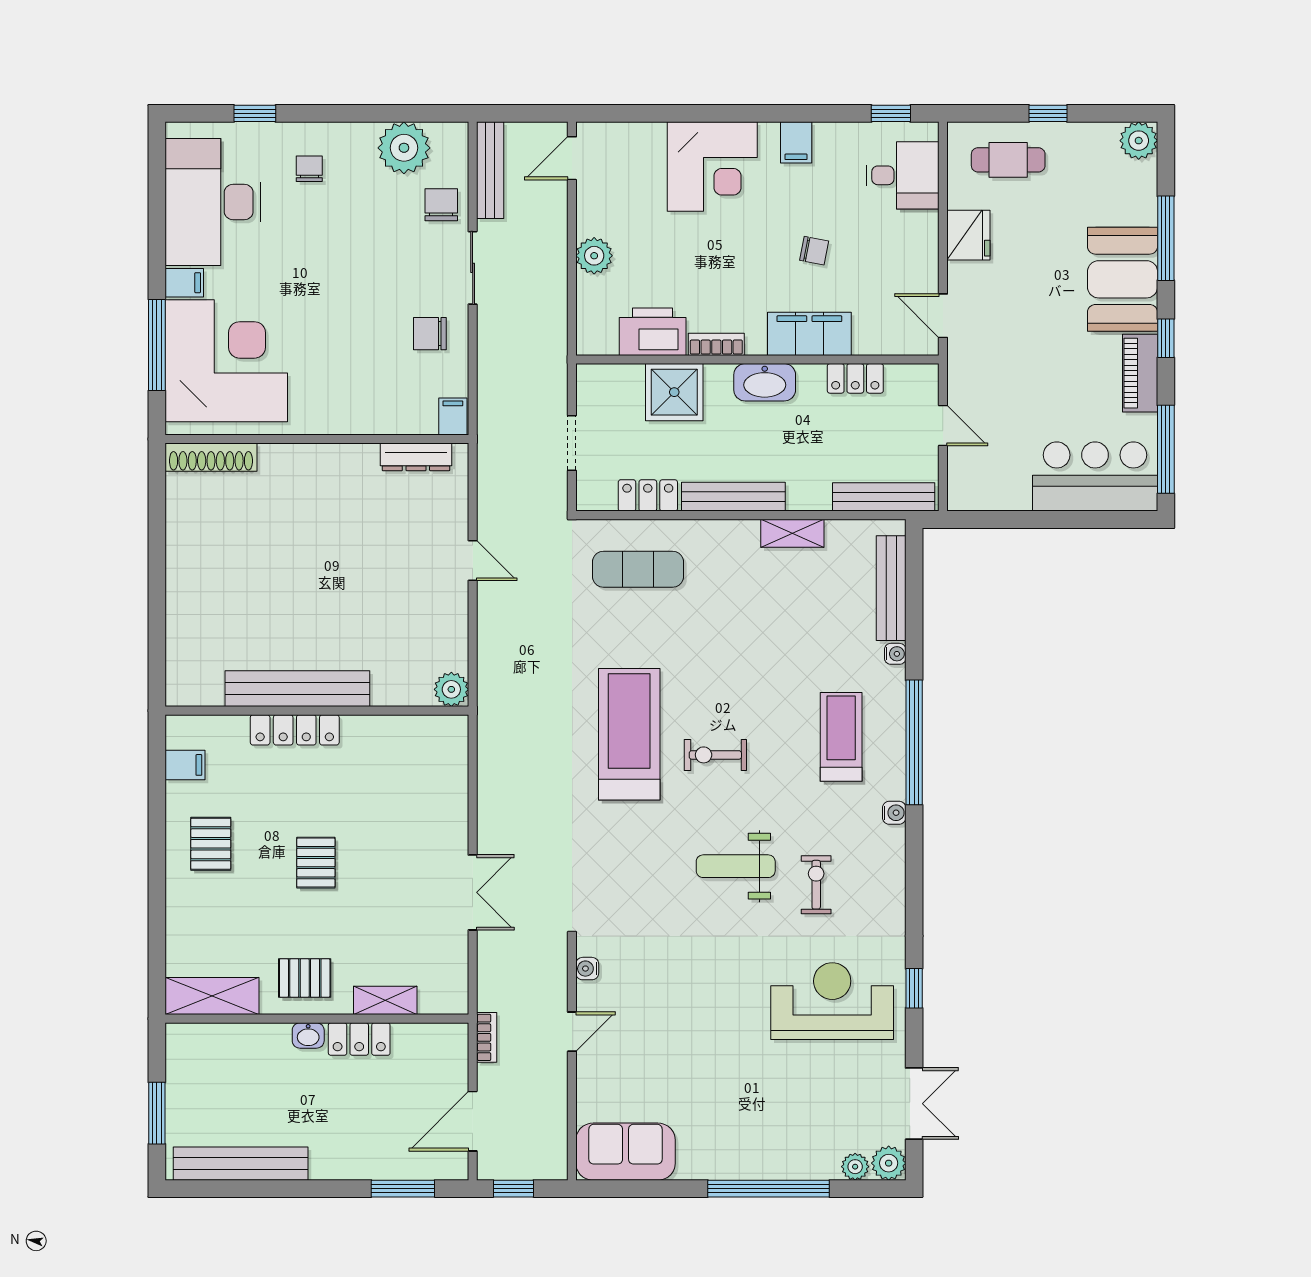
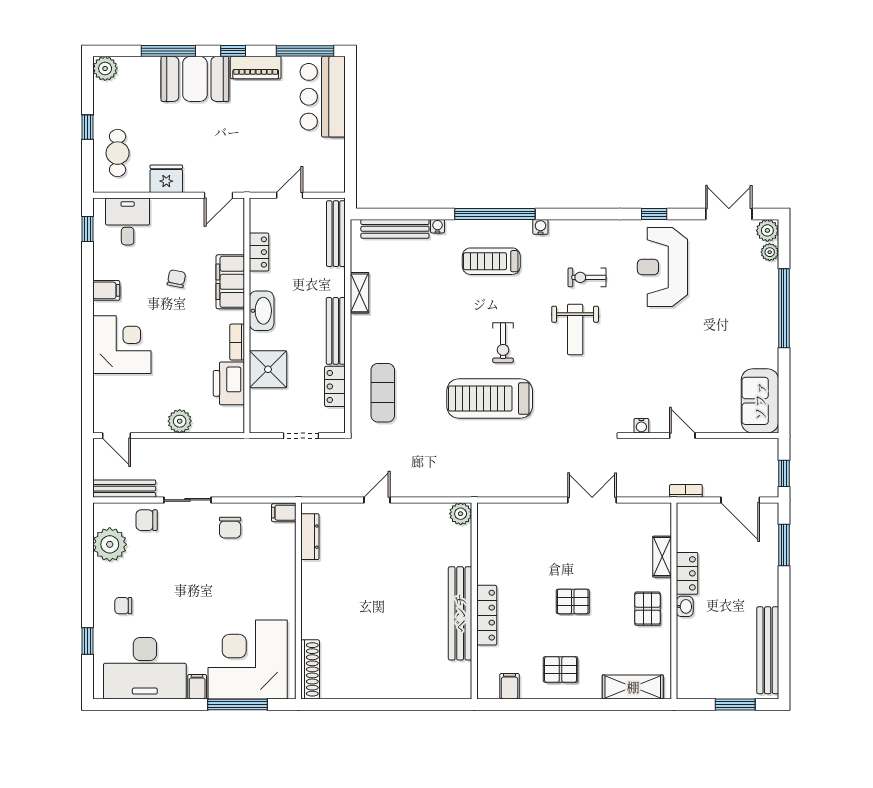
shelving: (212, 996) -> (633, 687), moved, turned 90

